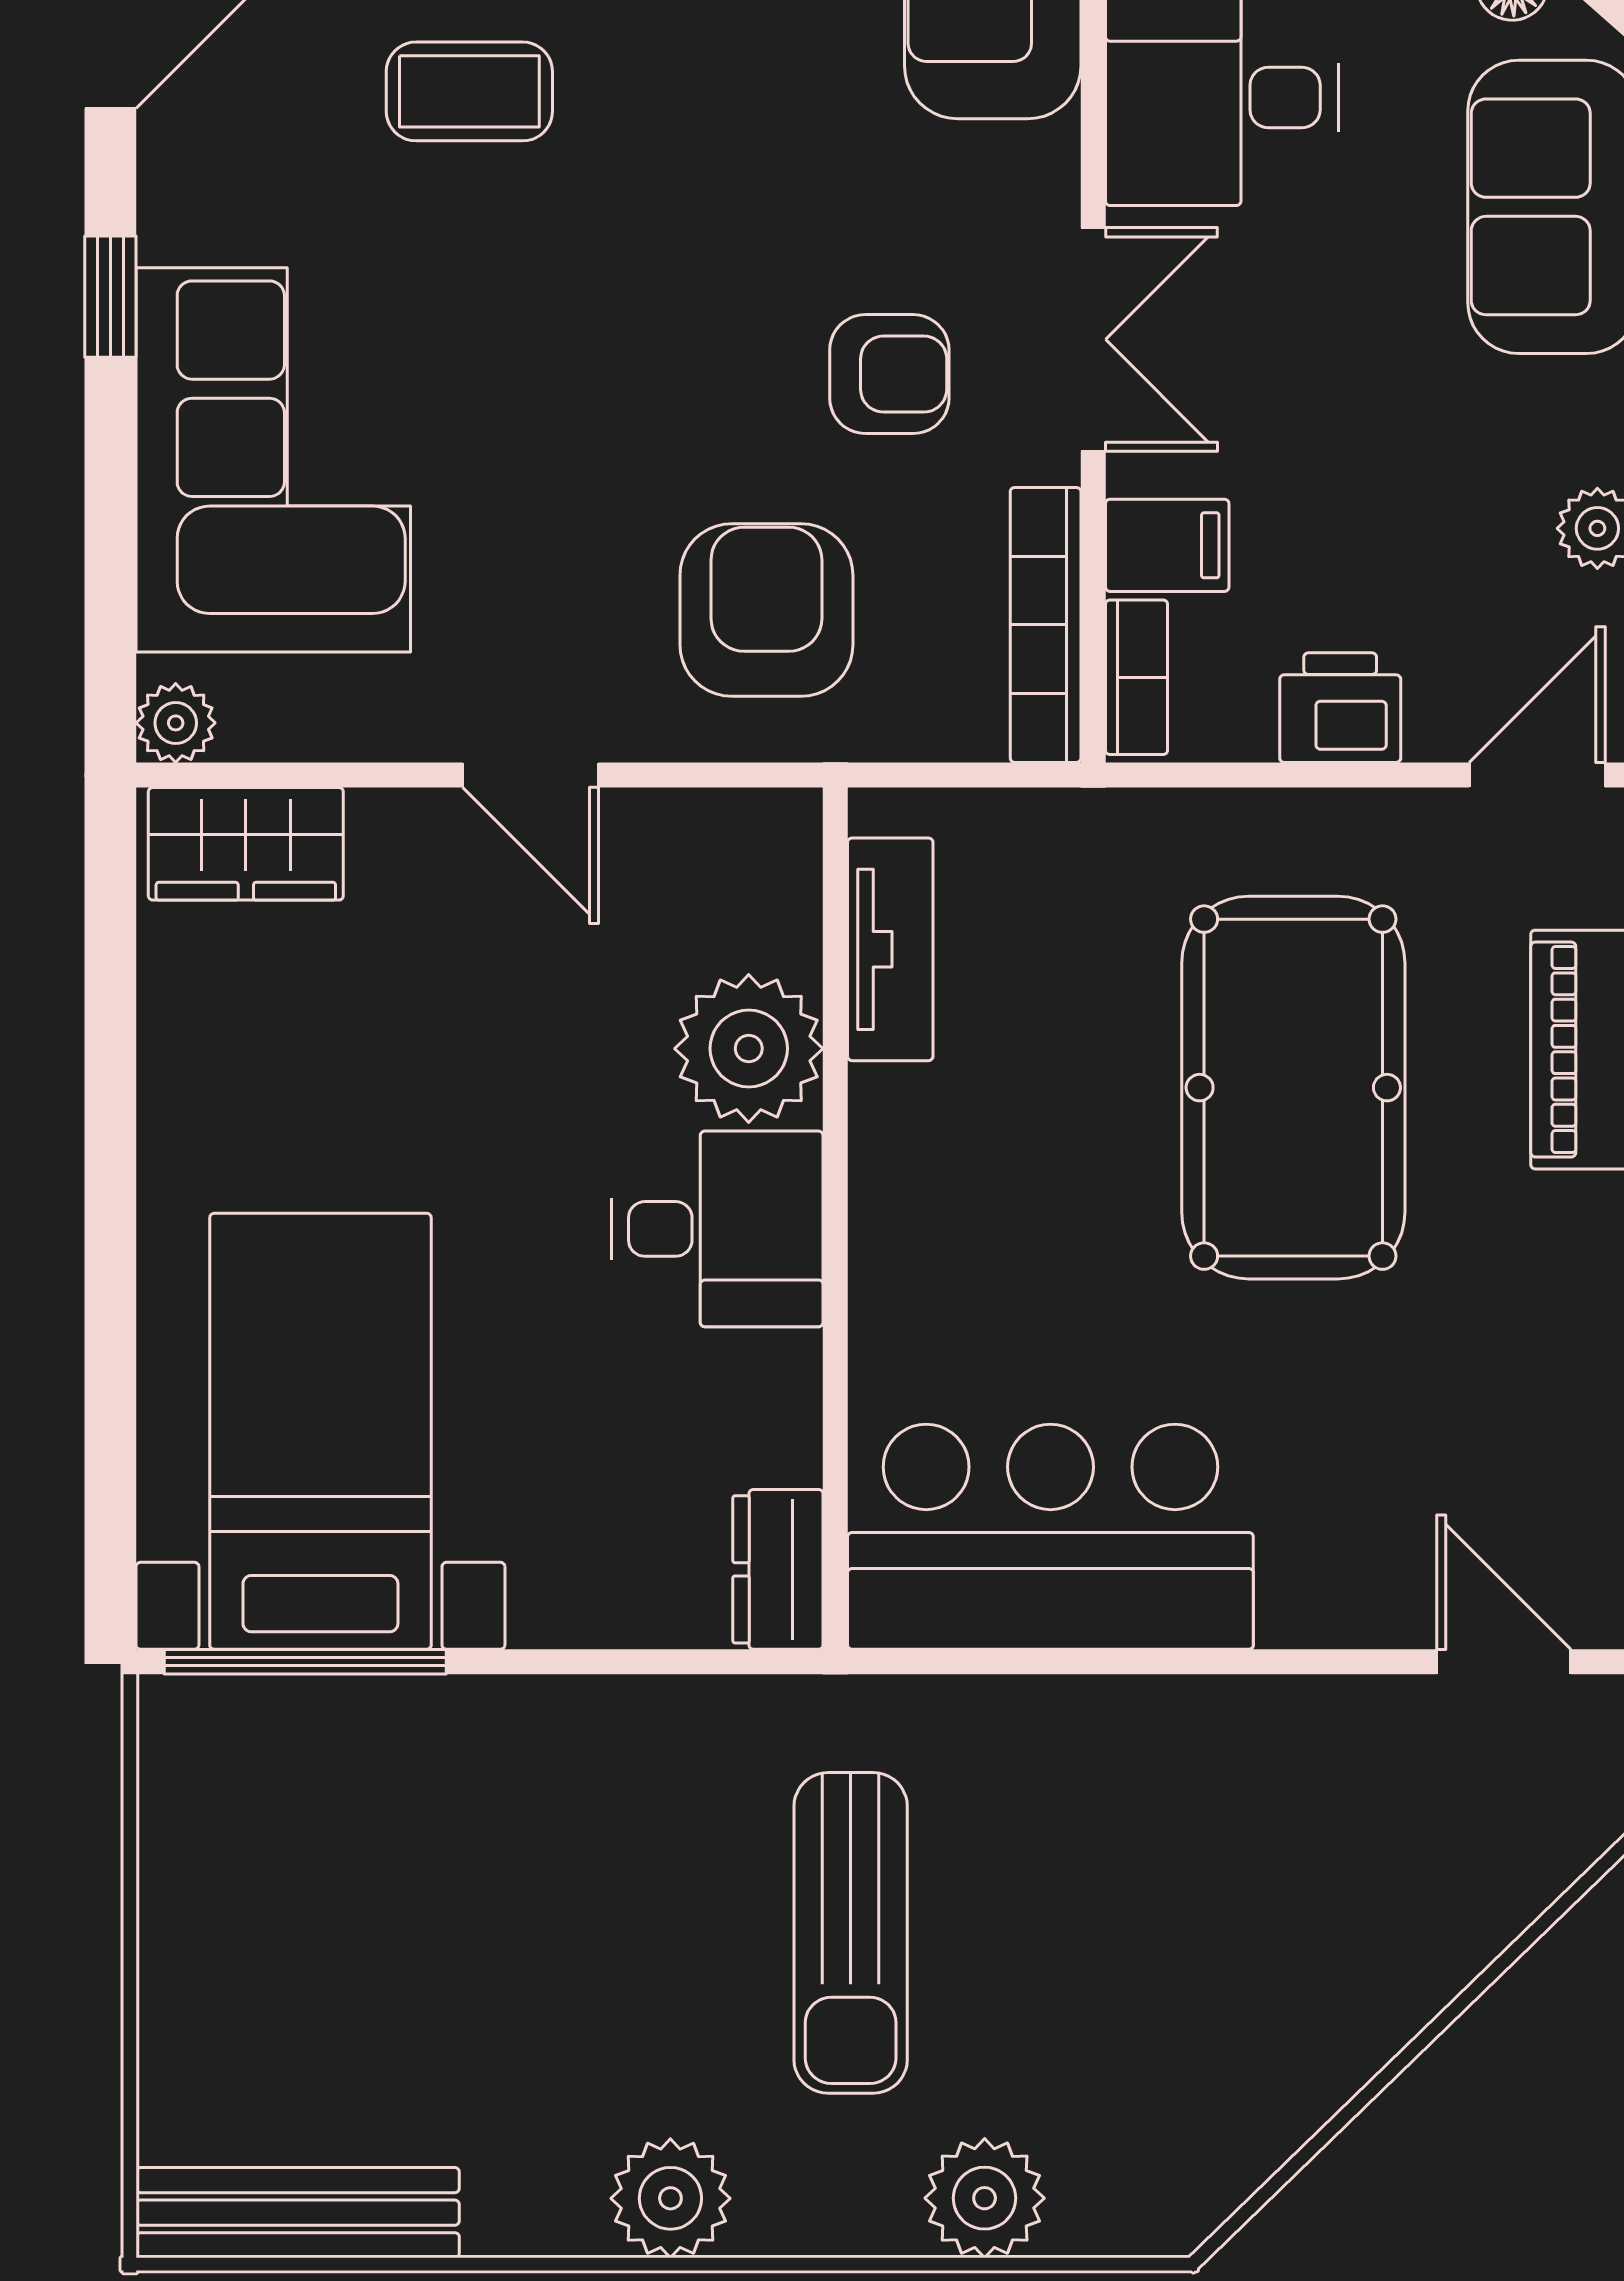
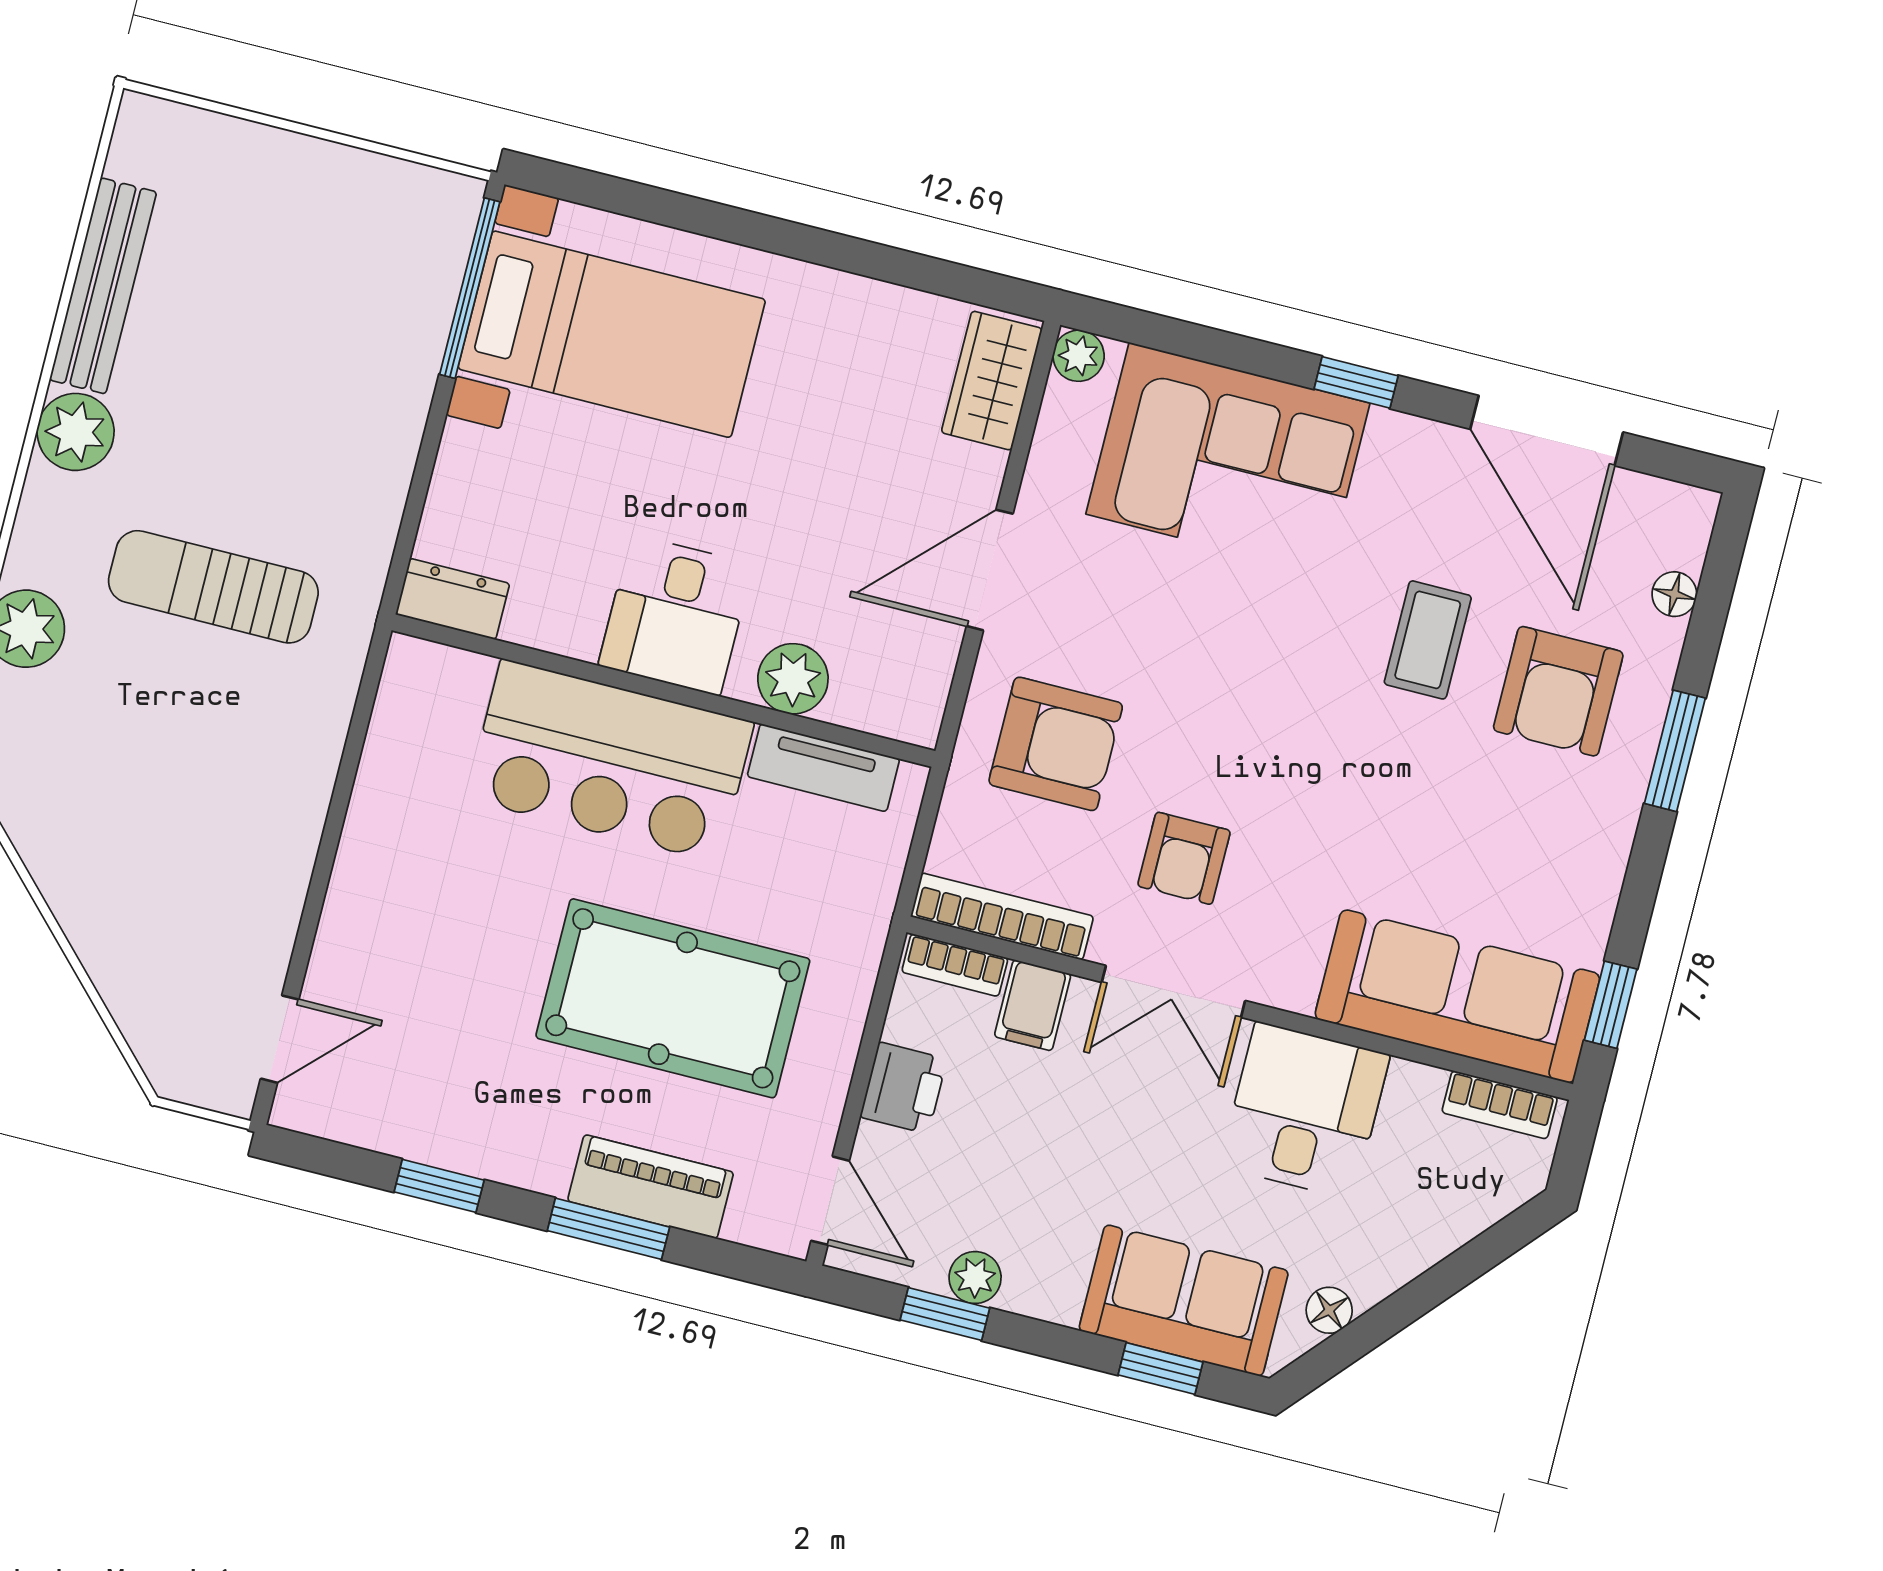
door: (531, 775) -> (990, 570), width x1.38
plant: (749, 1049) -> (793, 679), width x0.73, depth x0.73
bar counter: (1050, 1537) -> (610, 760), moved, turned 90
bench: (298, 2213) -> (103, 286), moved

